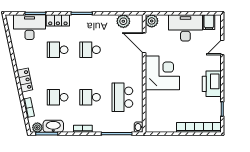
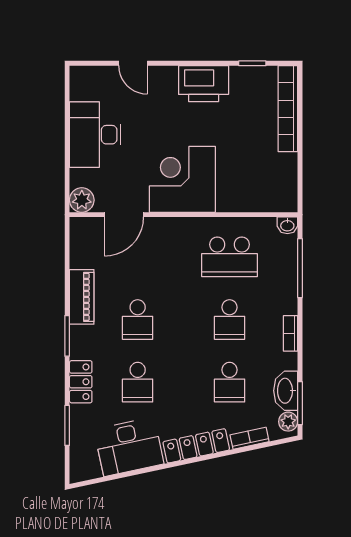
piano: (102, 21) -> (82, 297), added
plant: (123, 21) -> (82, 255), removed
filing cabinet: (209, 22) -> (84, 89), removed
desk: (30, 27) -> (129, 447), moved, turned -102
locker: (25, 80) -> (196, 446), width x1.53

